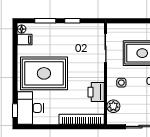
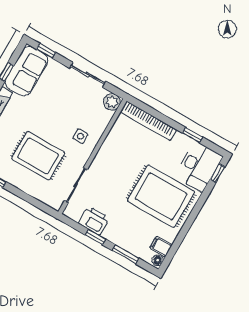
printer: (96, 92) -> (94, 221), moved, turned -90
plant: (113, 106) -> (112, 102), moved
window: (46, 127) -> (193, 135), added

